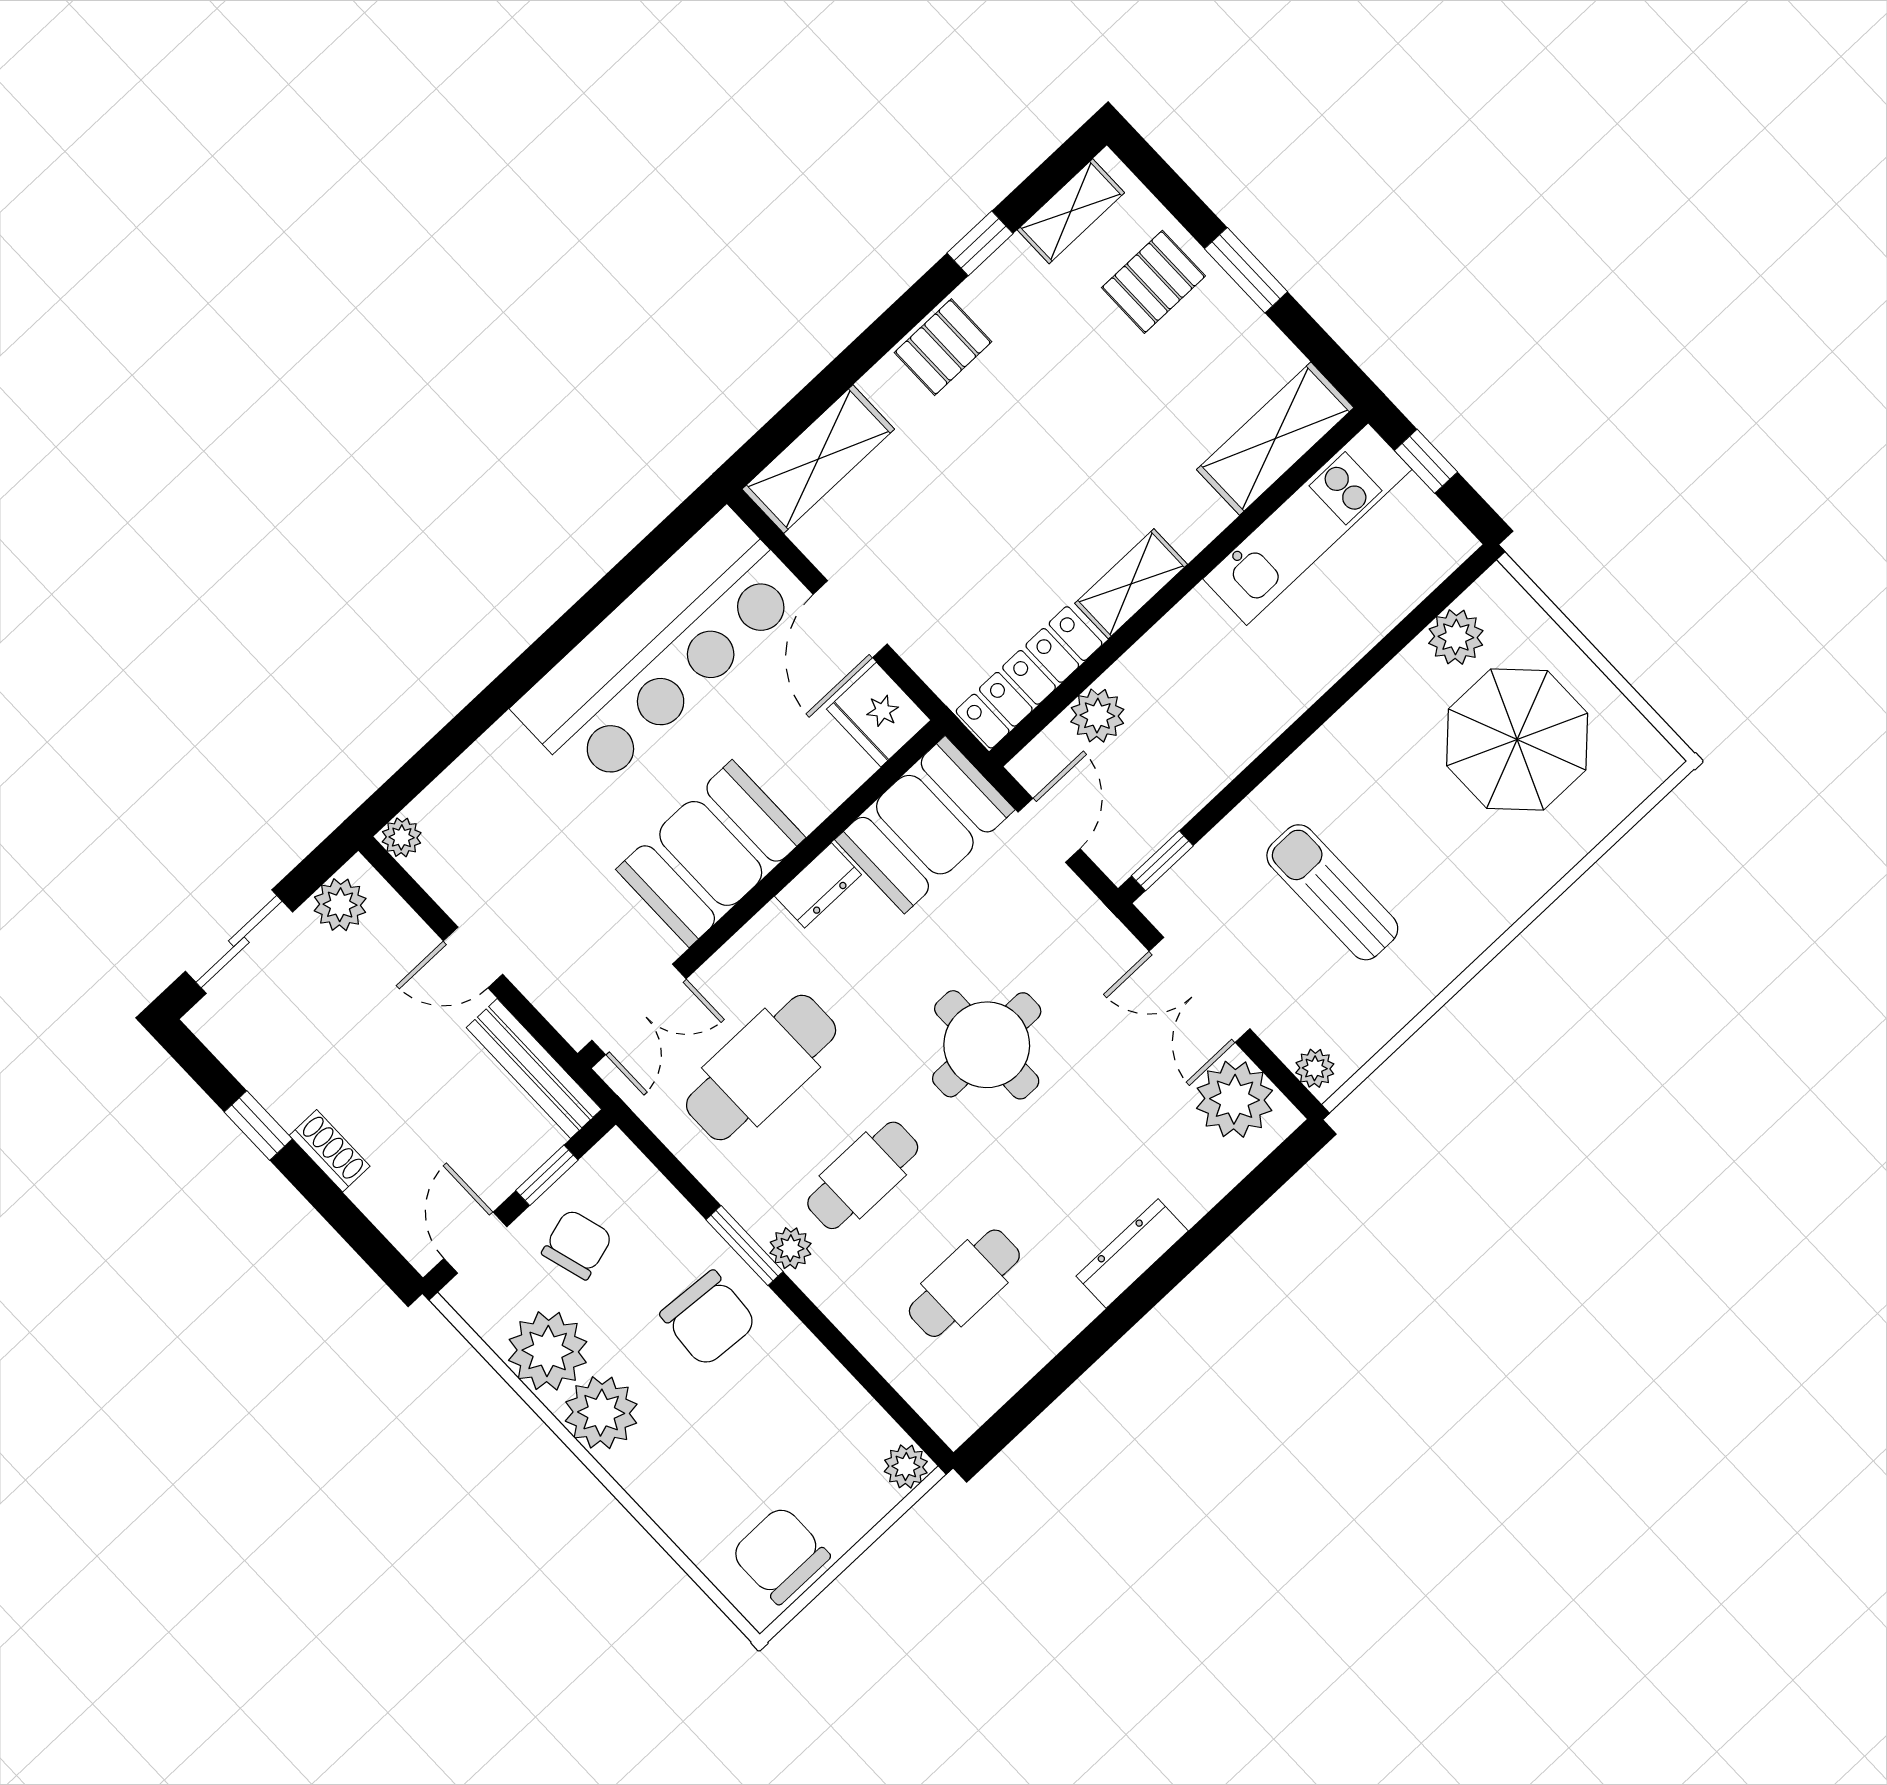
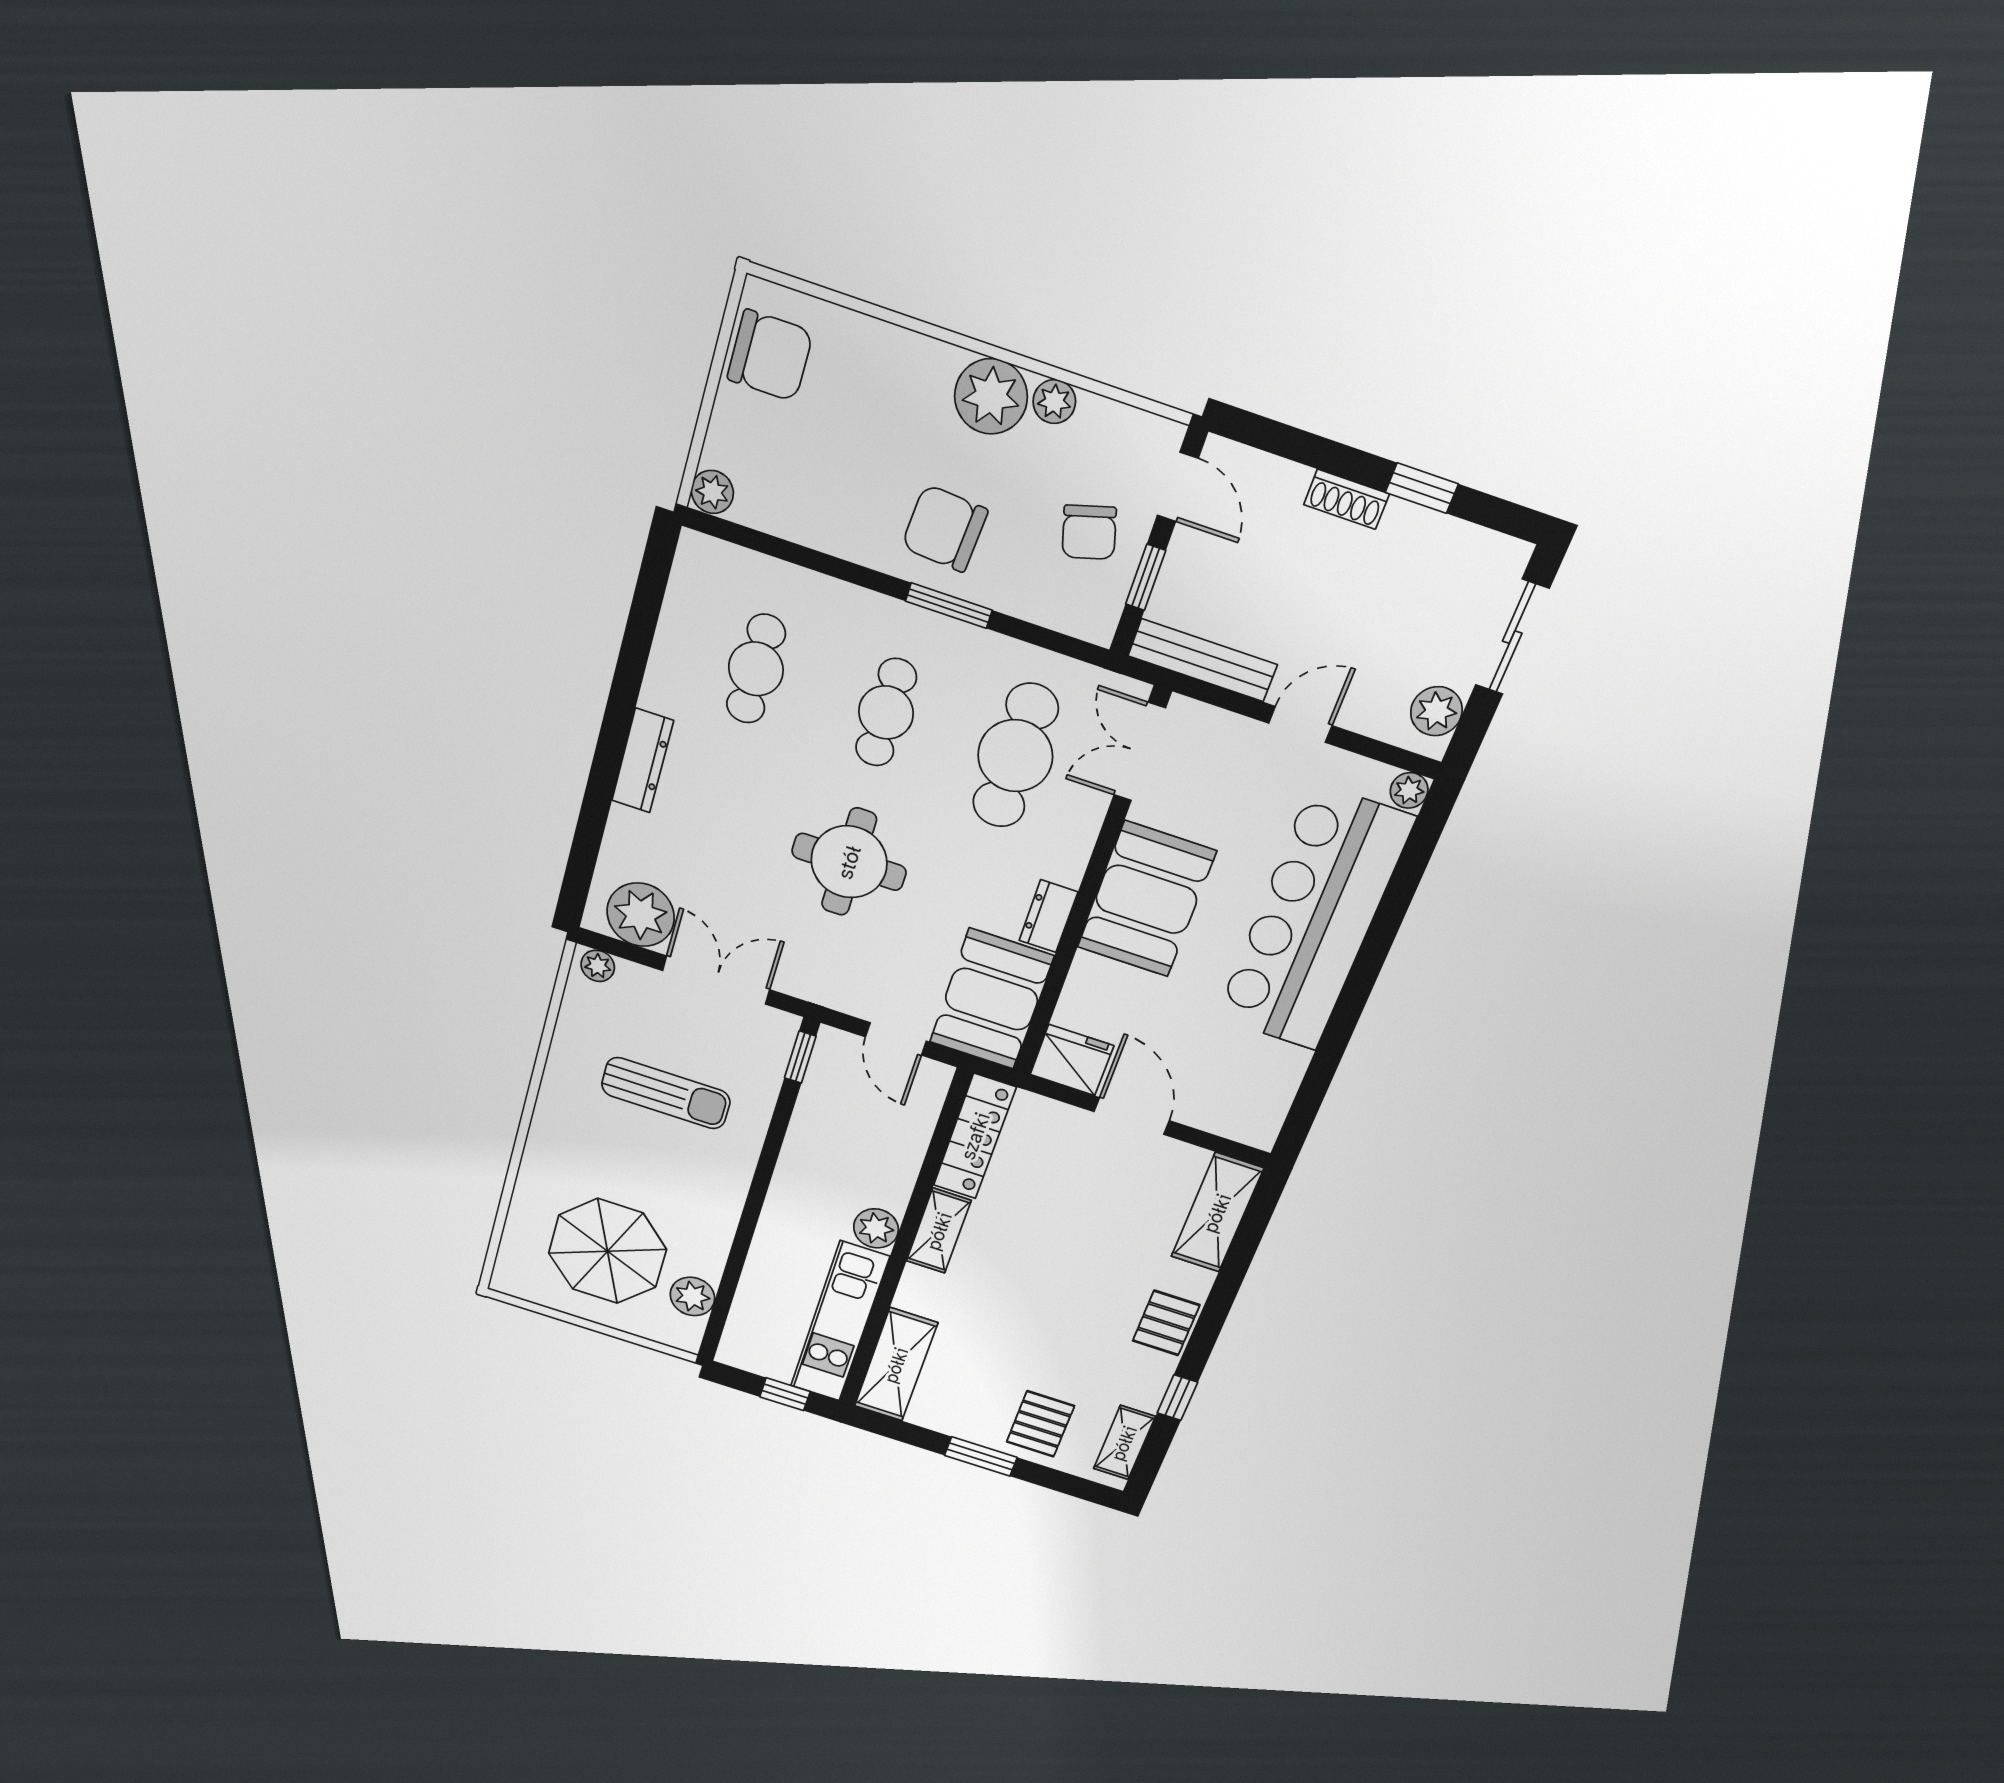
bar counter: (660, 650) -> (1314, 919), moved
plant: (1097, 716) -> (876, 1228), moved
plant: (790, 1248) -> (910, 623), removed
plant: (548, 1351) -> (1054, 402), width x0.53, depth x0.53

